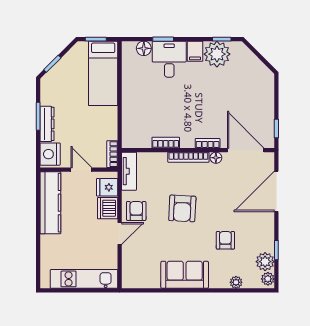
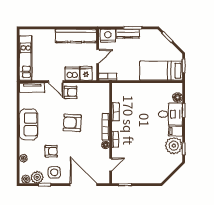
door: (246, 150) -> (111, 165), width x0.53
tv unit: (129, 171) -> (32, 88), moved
side table: (257, 236) -> (54, 172), added

